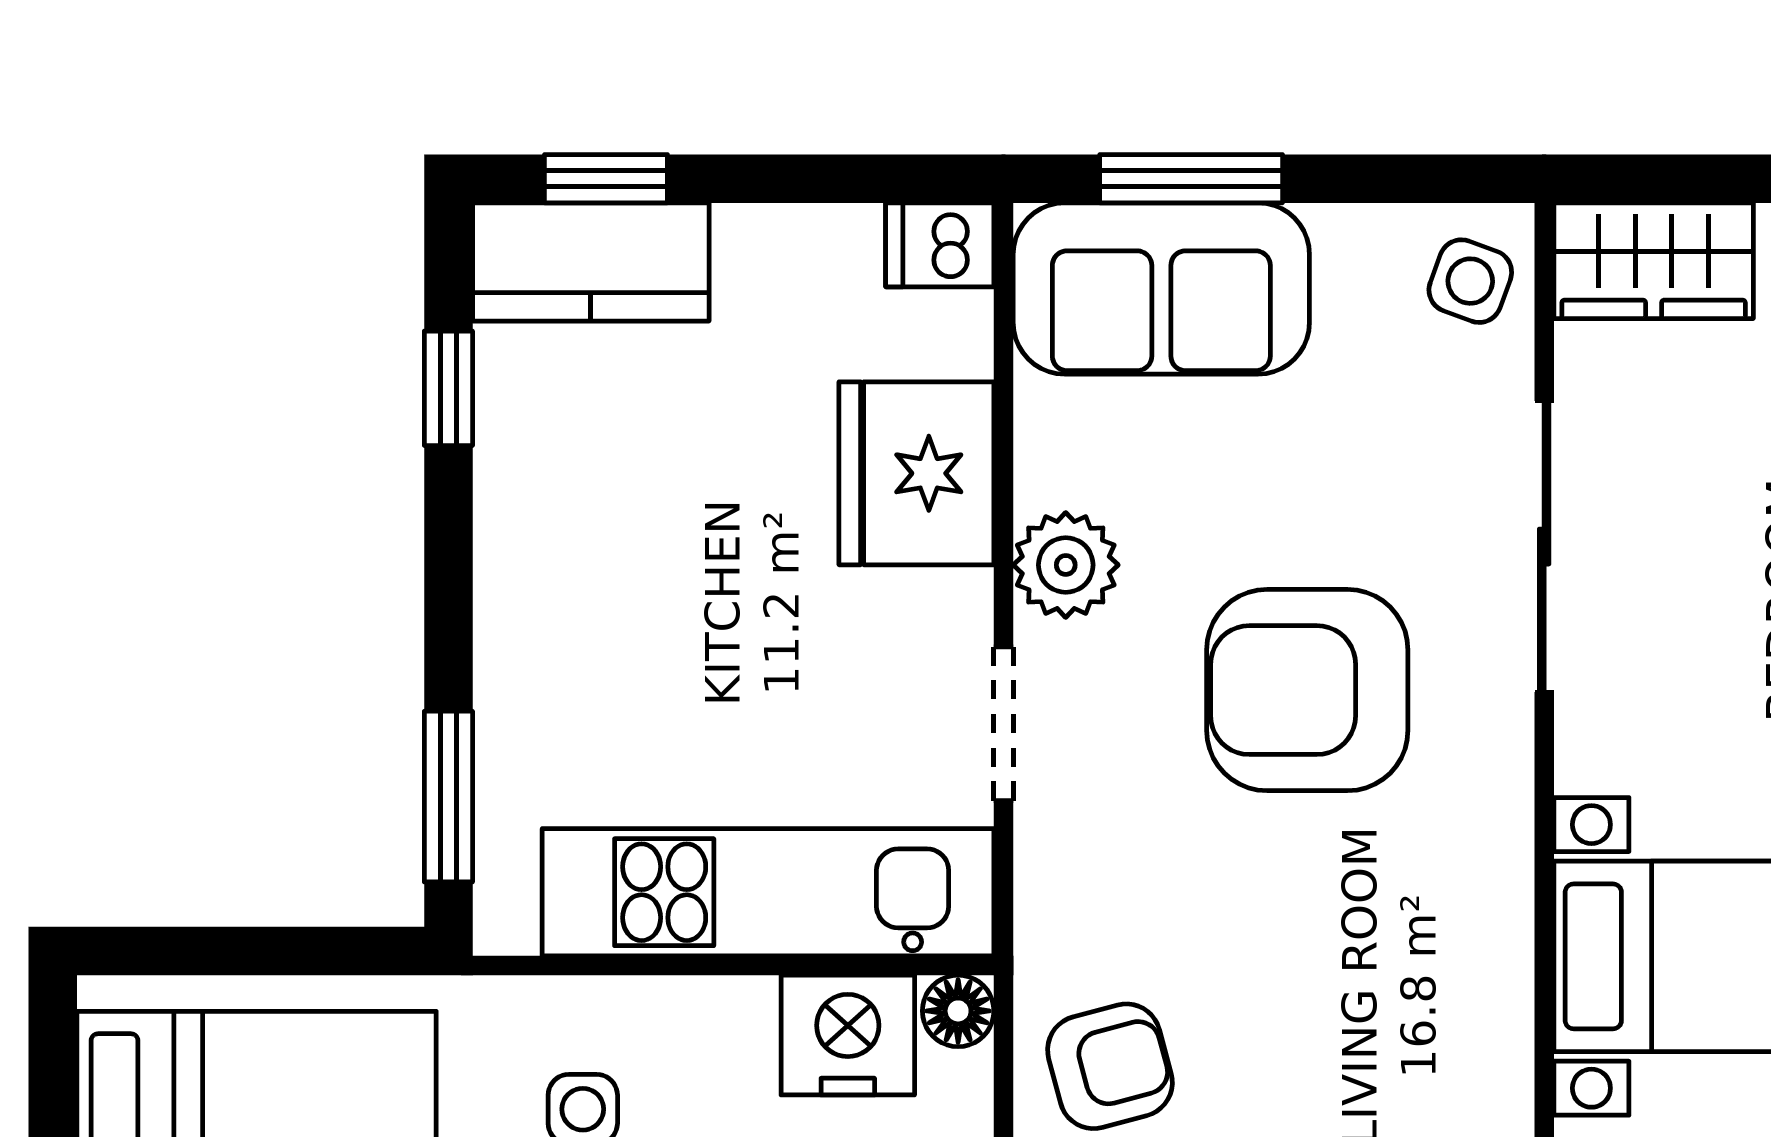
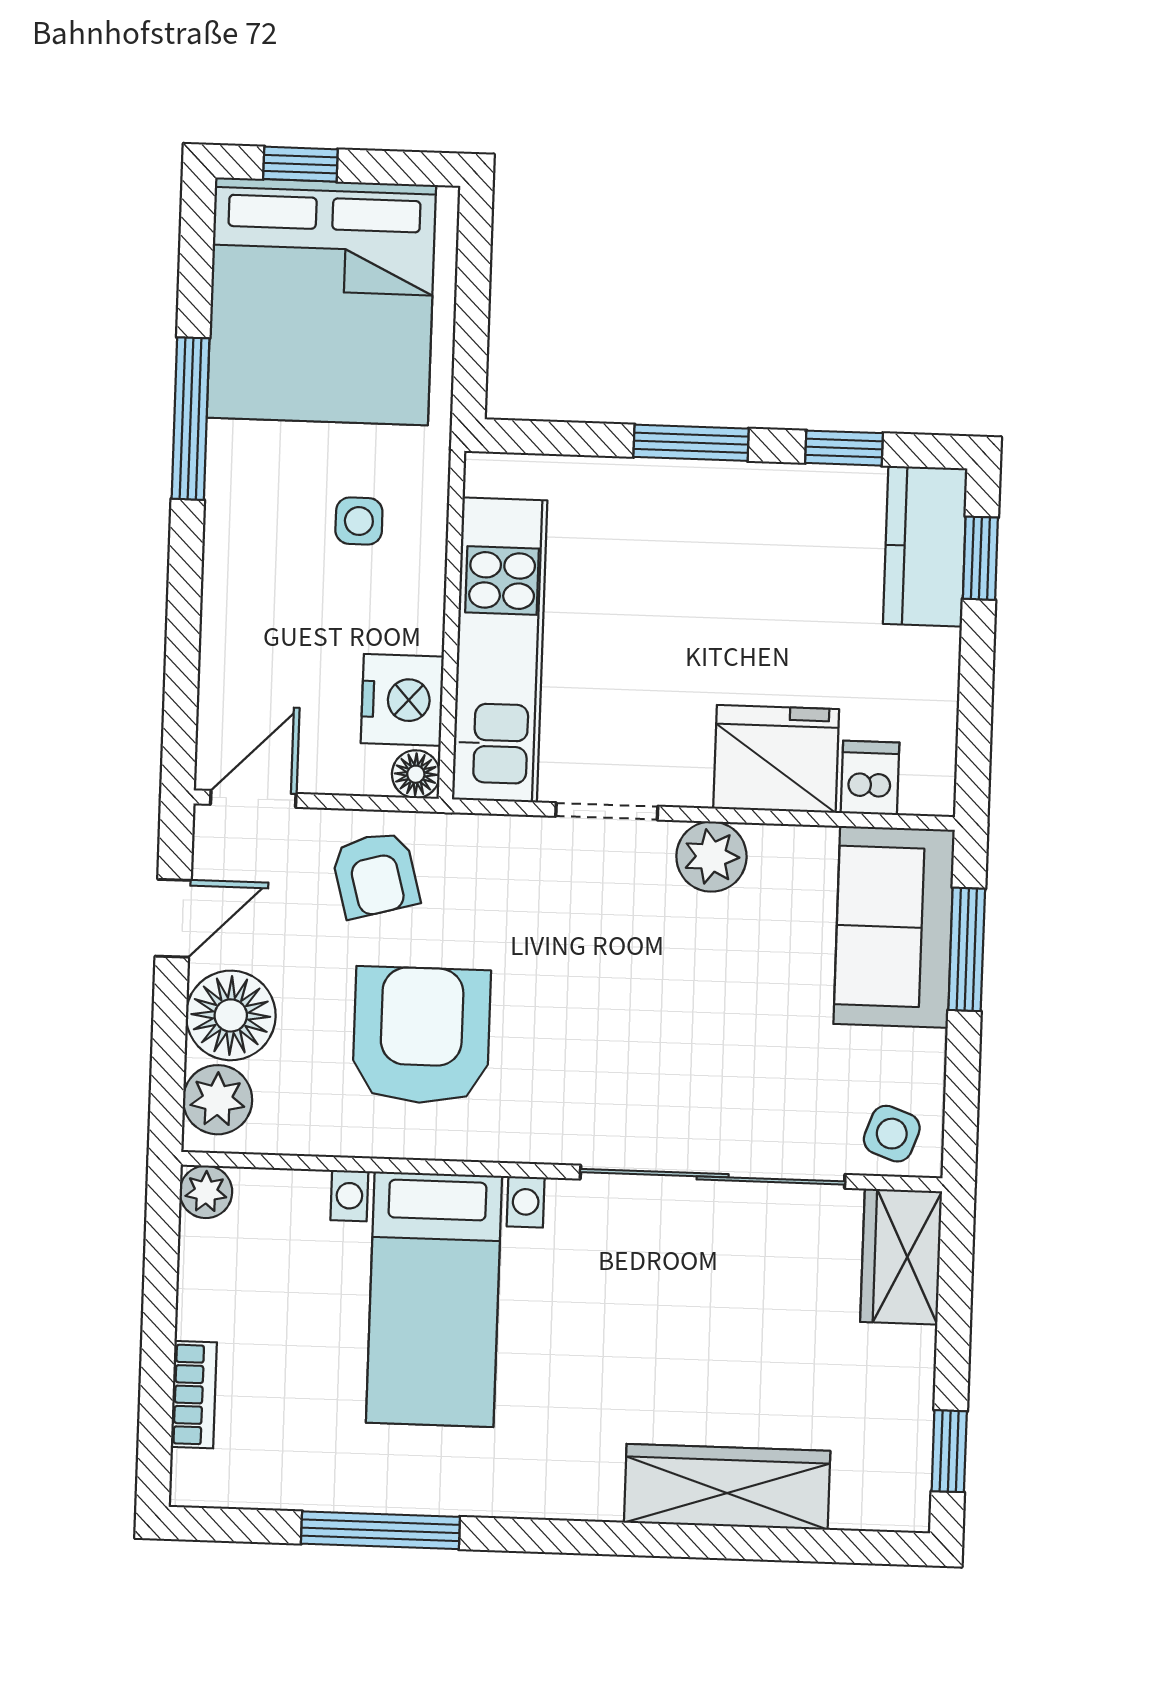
dishwasher: (940, 245) -> (870, 778), moved
sliding door: (1544, 547) -> (713, 1177), width x1.36
armchair: (1307, 690) -> (421, 1035), moved
window: (448, 797) -> (691, 443), moved

